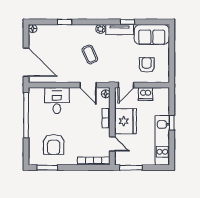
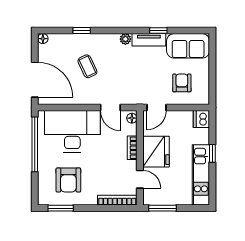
coffee table: (90, 54) -> (87, 66), moved
dishwasher: (145, 94) -> (201, 119), moved, turned 90
desk: (57, 101) -> (72, 131), width x1.87, depth x1.30

